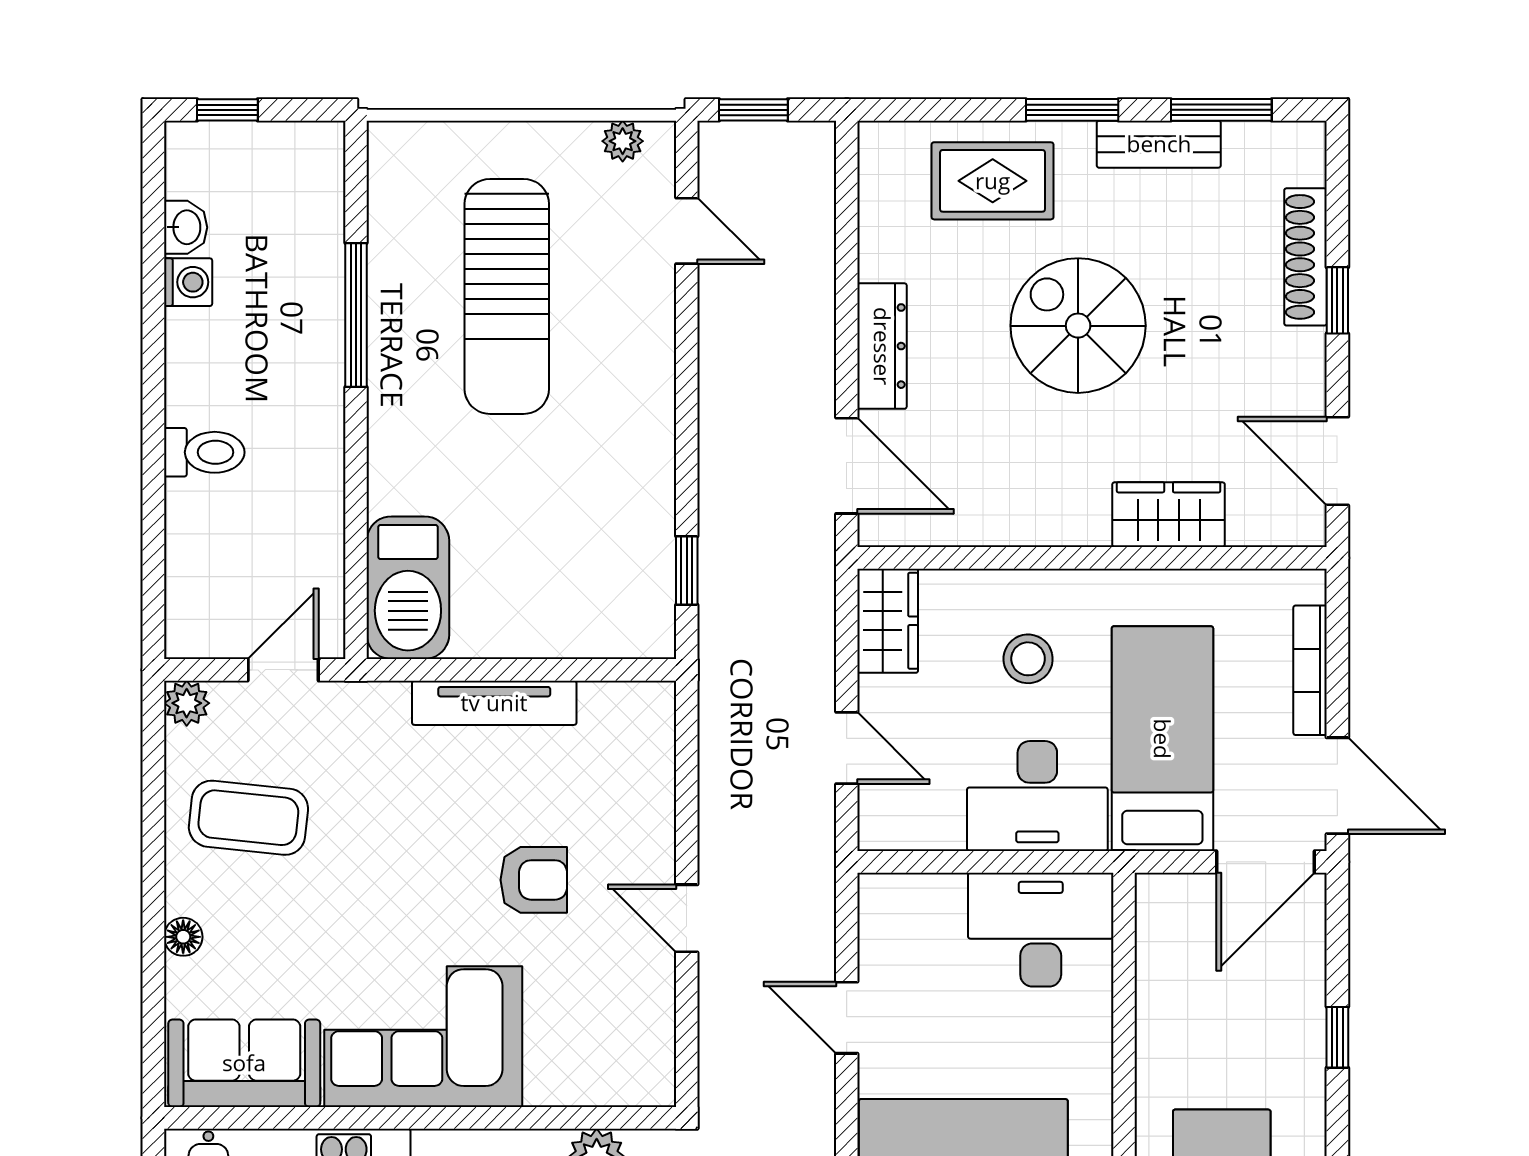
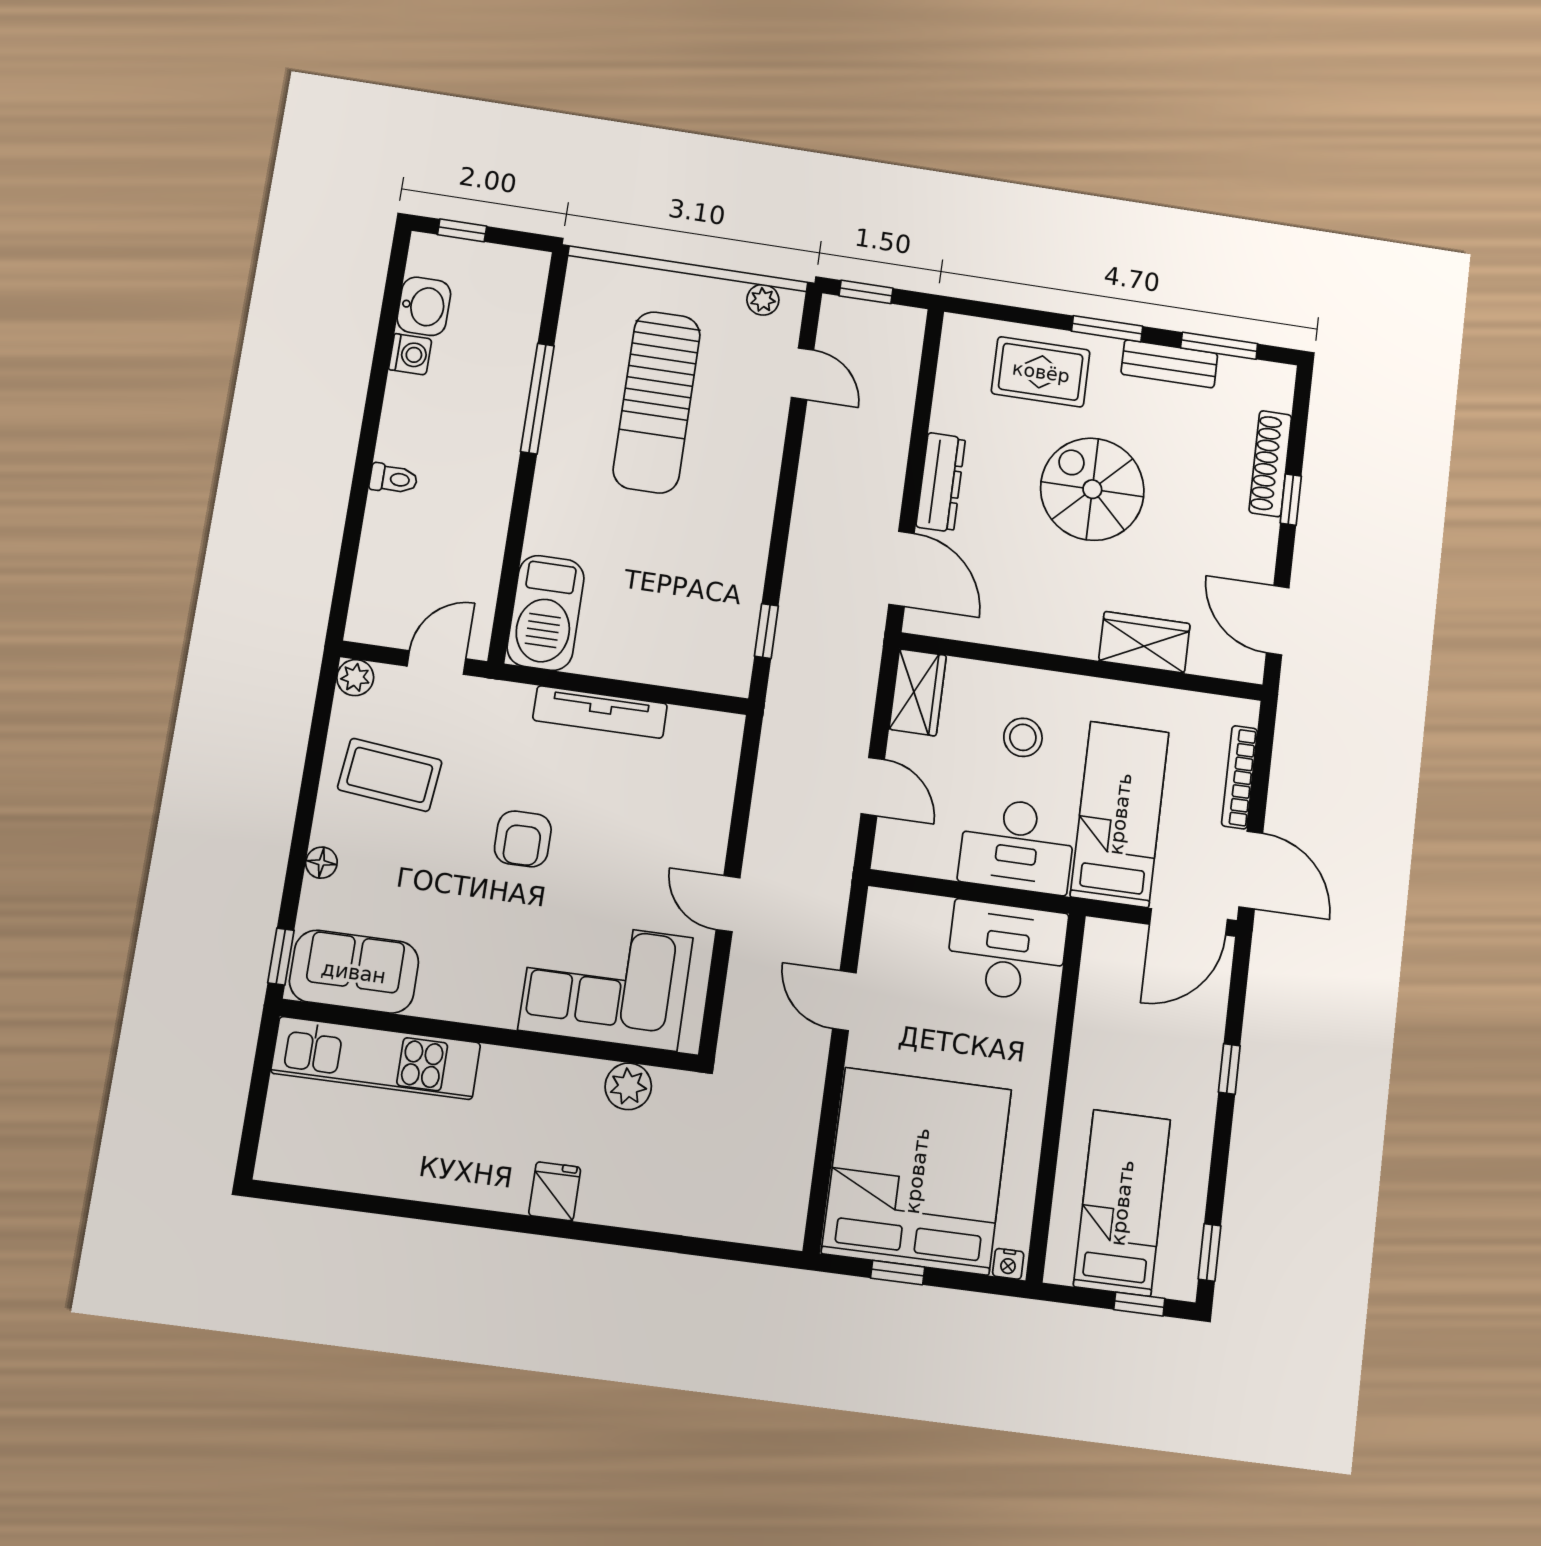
washbasin: (186, 227) -> (424, 306), width x1.38, depth x1.45
toilet: (204, 452) -> (393, 479), width x0.73, depth x0.72
armchair: (534, 880) -> (523, 839), moved, turned 90
corner sofa: (423, 1037) -> (606, 984), moved
window: (153, 1057) -> (281, 957), added

